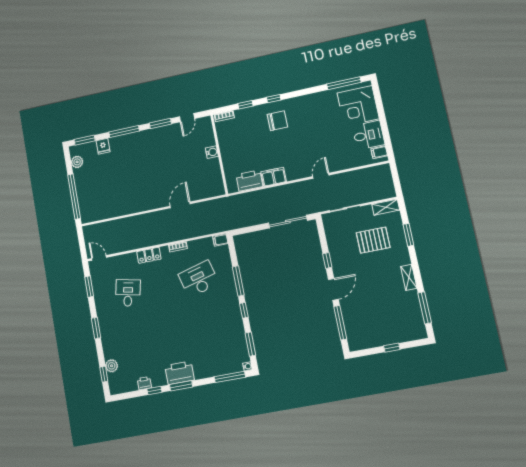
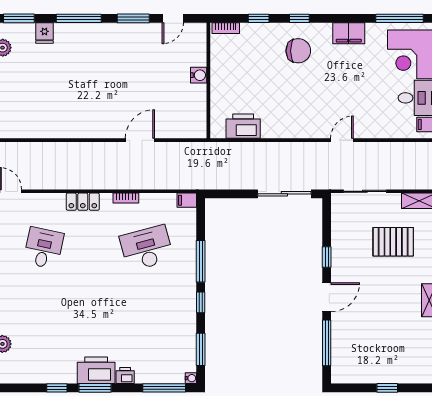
filing cabinet: (274, 177) -> (349, 33), moved, turned 180
printer: (144, 383) -> (125, 376), moved

